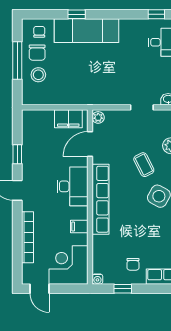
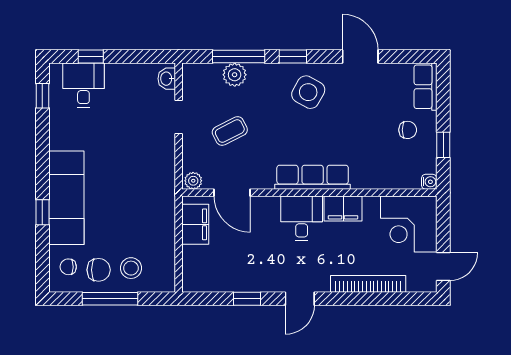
coffee table: (144, 165) -> (230, 131), moved
desk: (72, 186) -> (302, 218), width x0.73
row of seats: (101, 199) -> (313, 177), width x0.73
filing cabinet: (79, 226) -> (343, 208), width x2.00

